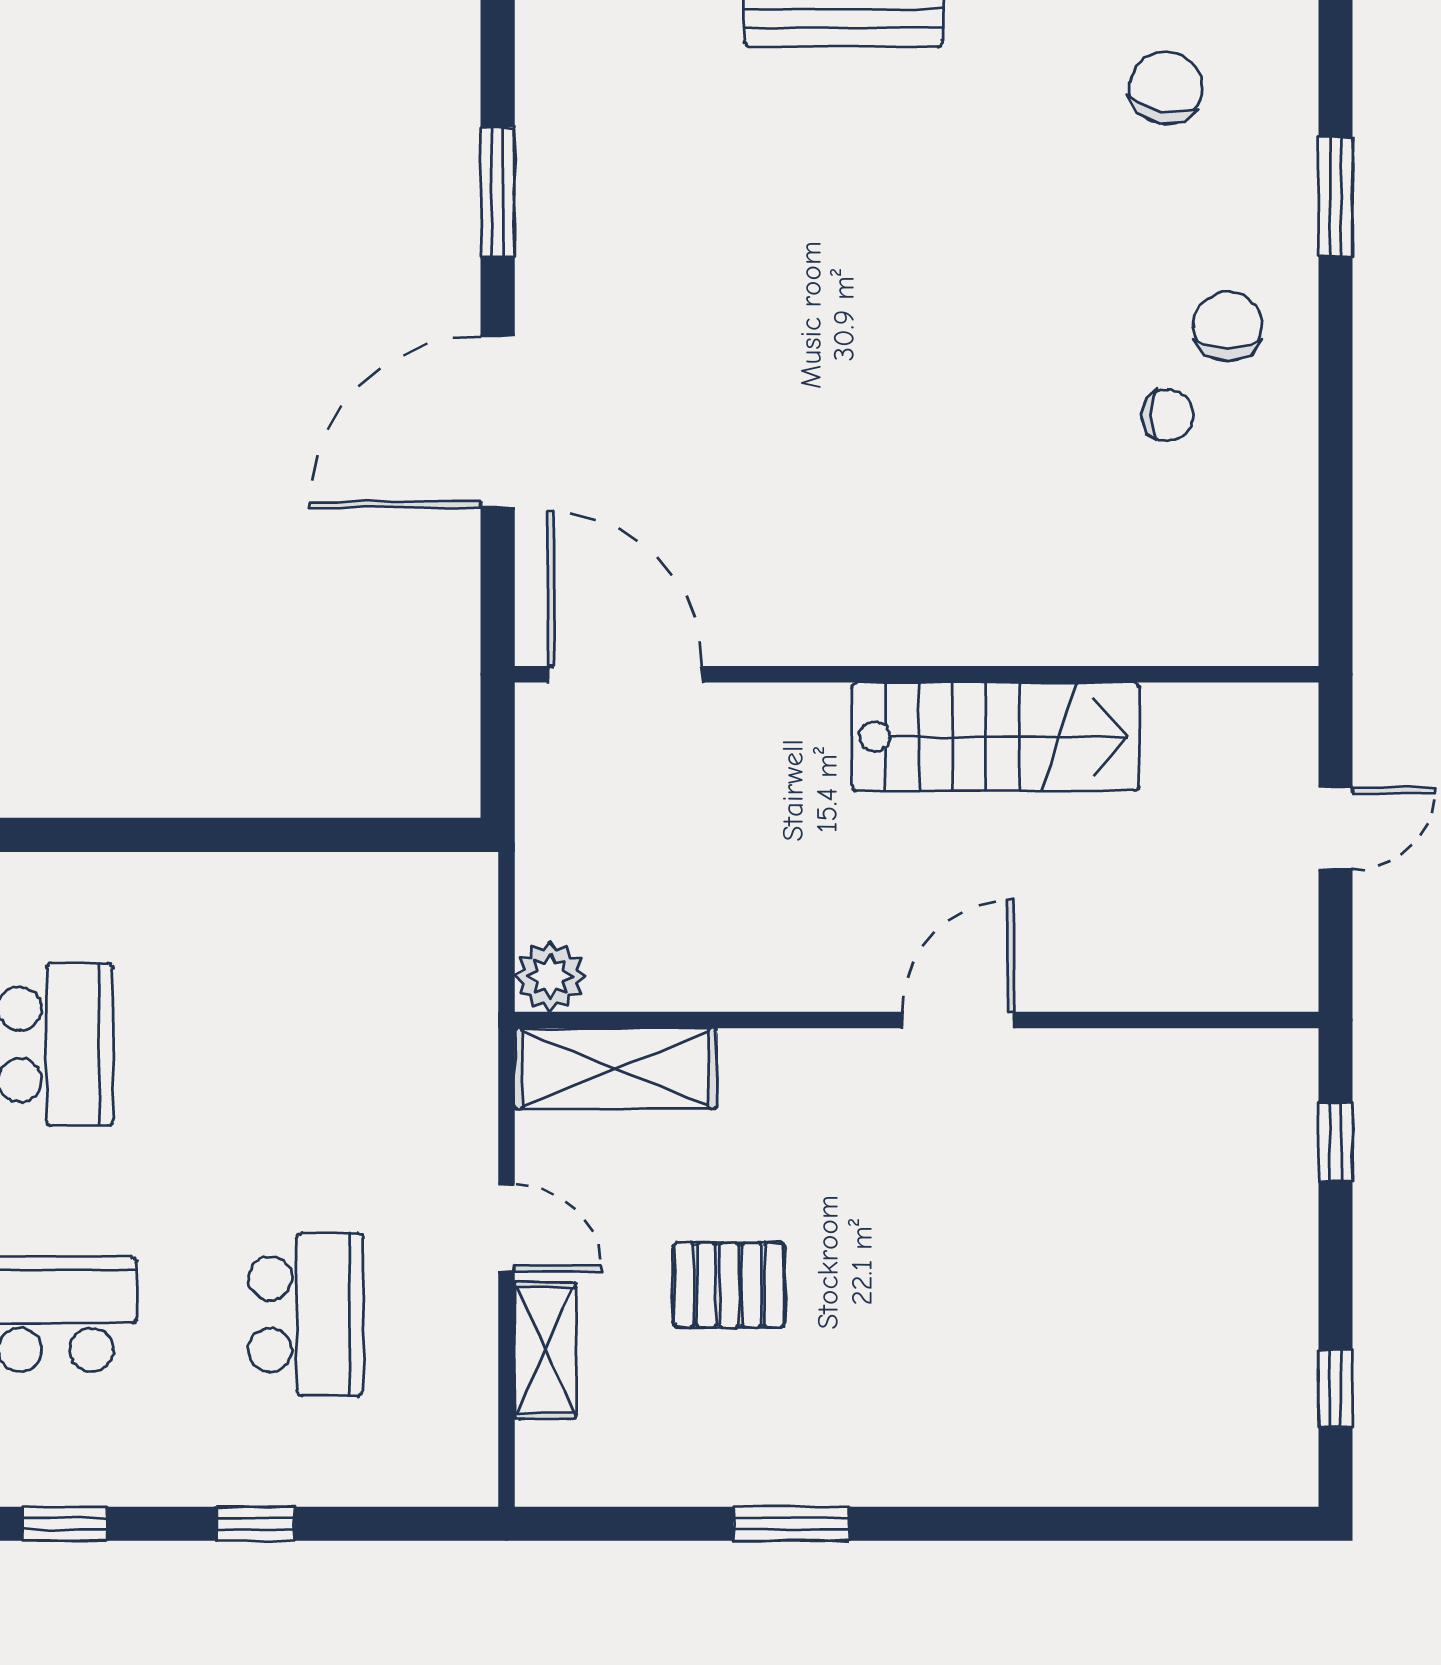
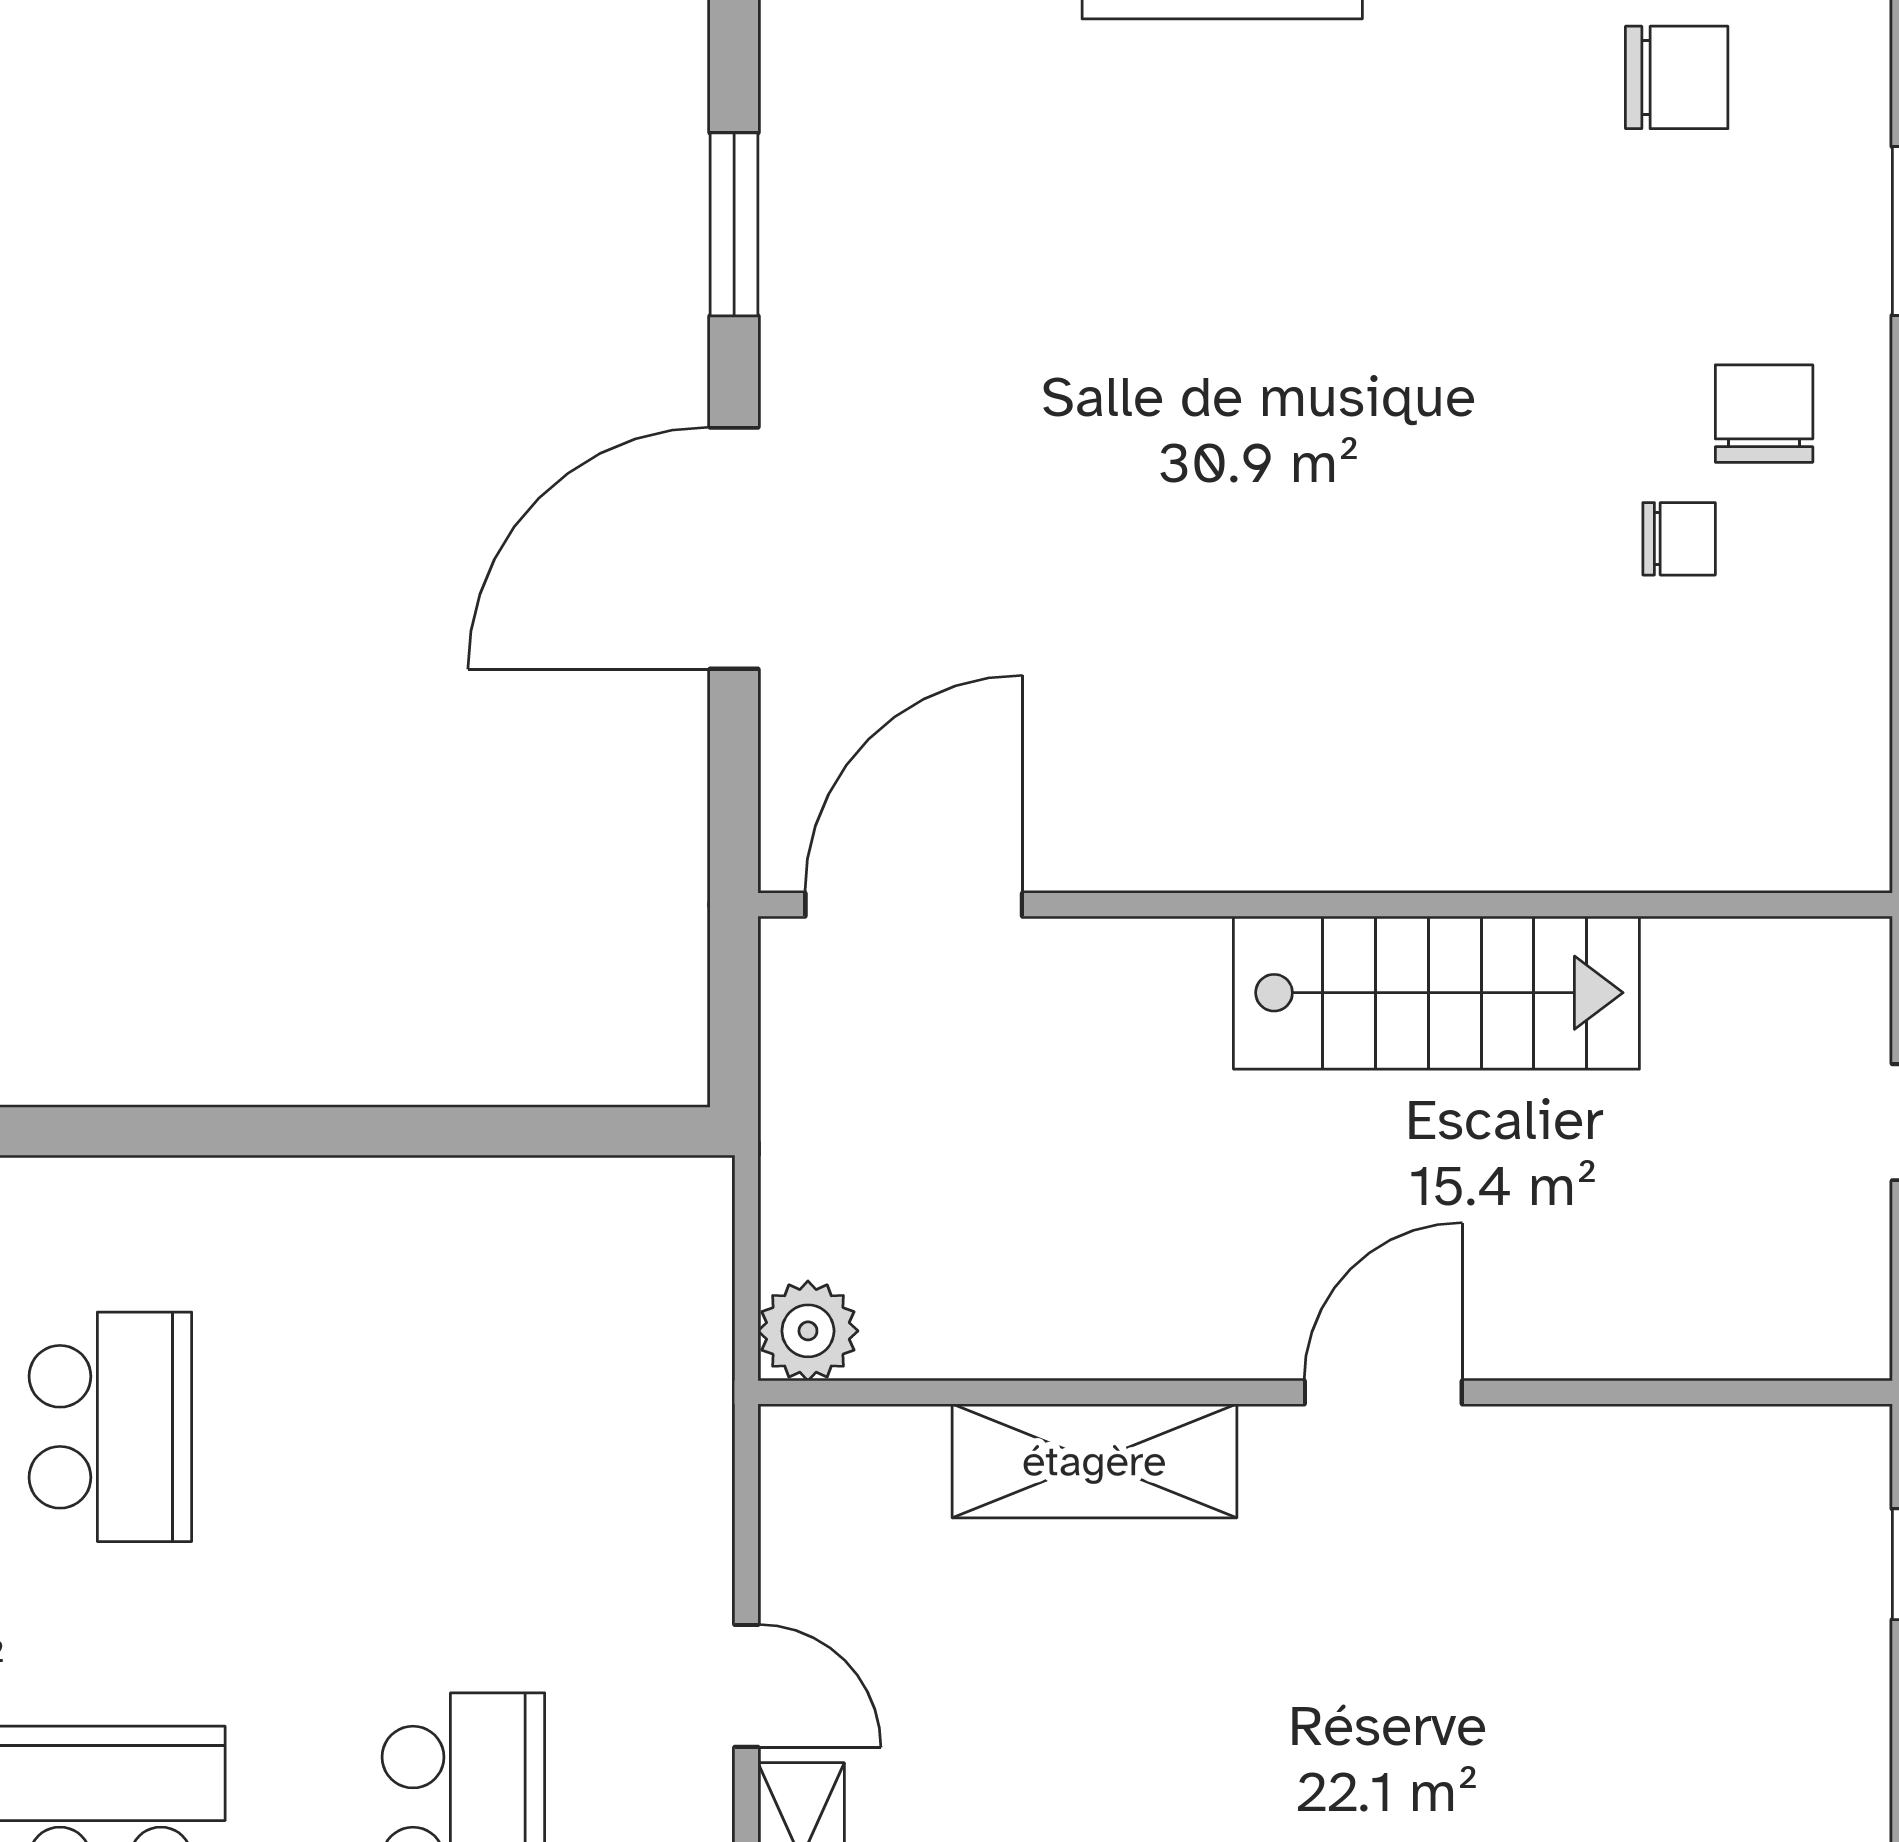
chair: (1166, 88) -> (1677, 77), turned 80
door: (625, 674) -> (914, 905), hinge flipped
shelving: (615, 1069) -> (1094, 1461), moved
pallet: (729, 1285) -> (1061, 1766), removed

